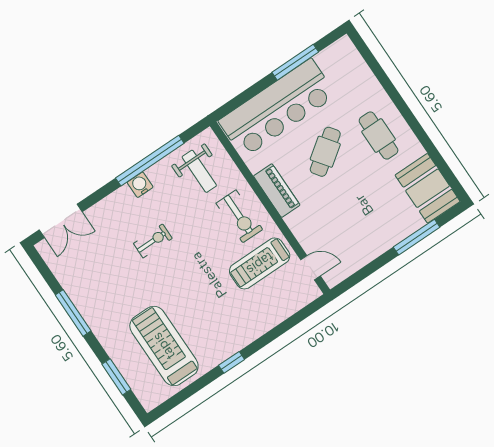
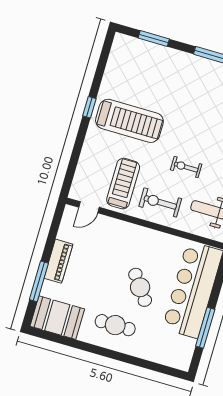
piano: (277, 191) -> (58, 261), moved, turned -90
exercise bike: (153, 241) -> (186, 167), moved, turned 90
treadmill: (164, 346) -> (129, 121), moved

